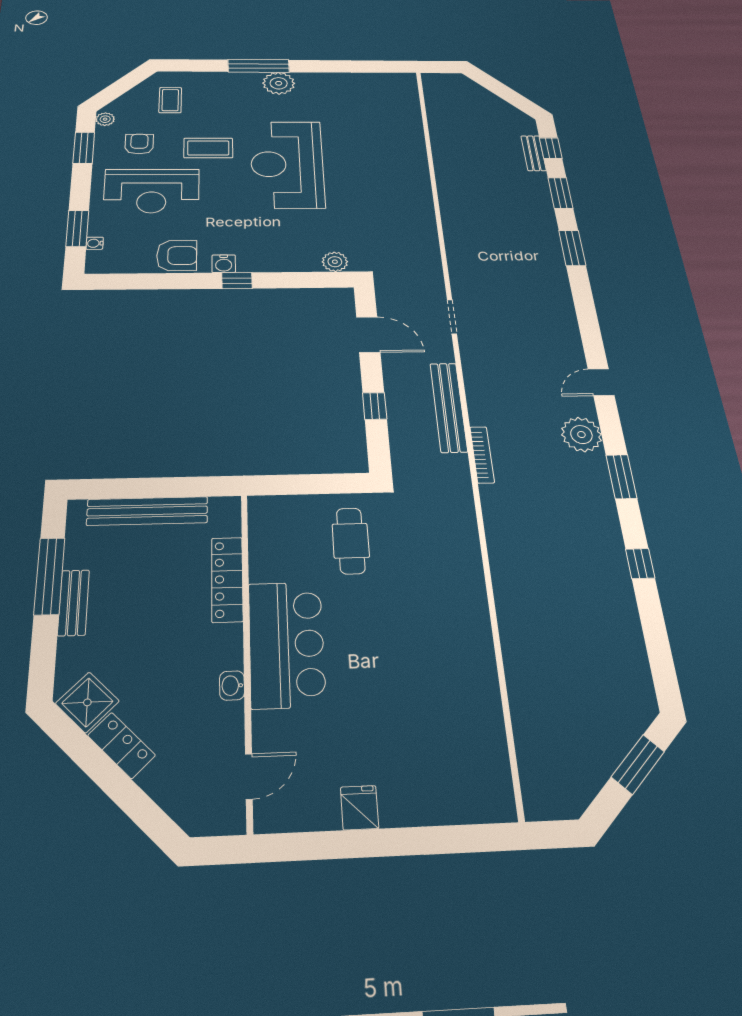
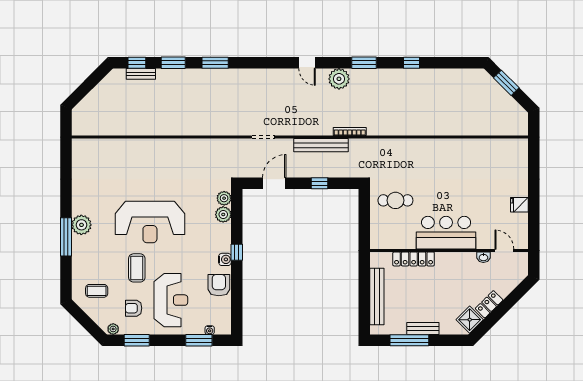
plant: (305, 261) -> (223, 214), added
washbasin: (232, 686) -> (483, 257), moved

